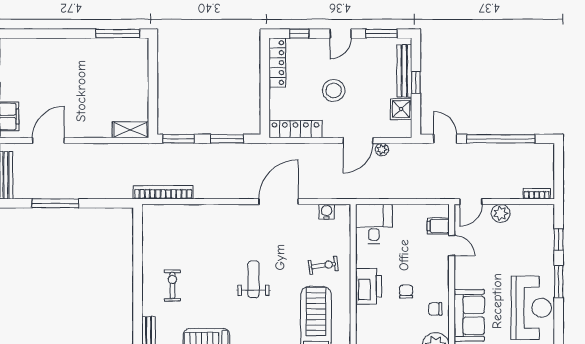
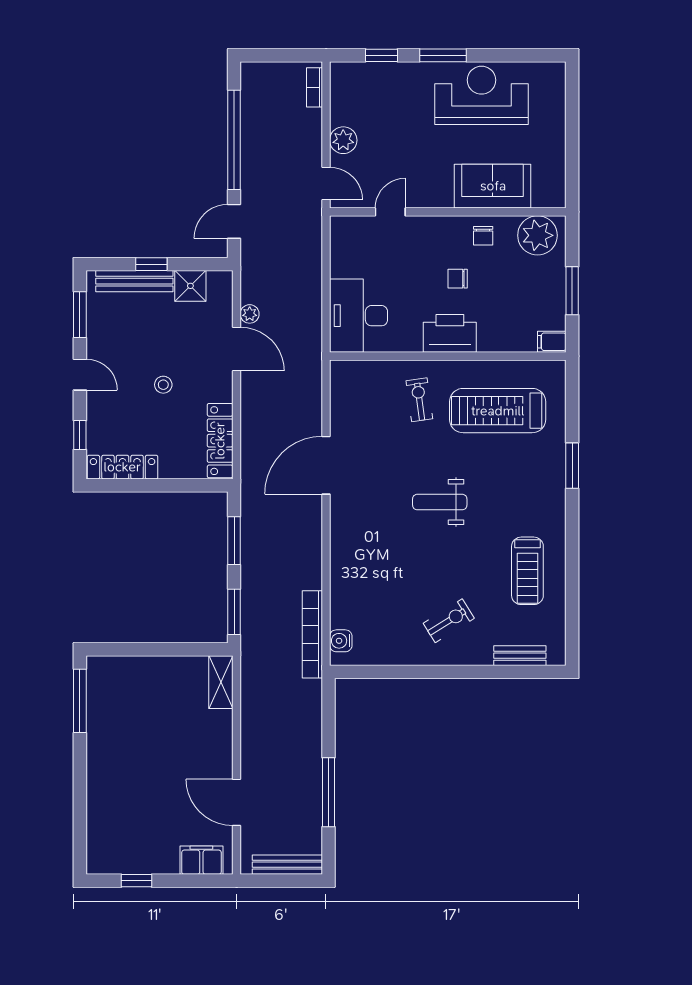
stool: (334, 90) -> (163, 385), width x0.53, depth x0.53
door: (279, 202) -> (326, 465), hinge flipped
water cooler: (327, 212) -> (341, 641), moved
desk: (374, 224) -> (359, 316), width x1.37
filing cabinet: (438, 226) -> (362, 232), removed
exercise bike: (172, 285) -> (449, 621), turned 148

